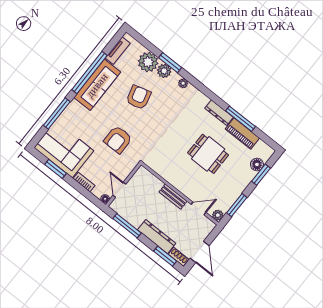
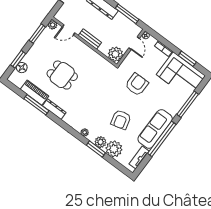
plant: (143, 177) -> (115, 54), added

